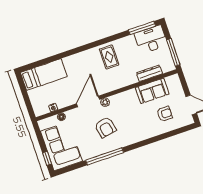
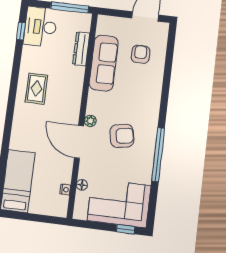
window: (142, 28) -> (21, 31), width x0.46
rug: (109, 57) -> (36, 89), turned 90
sofa: (152, 91) -> (104, 63), width x1.36

